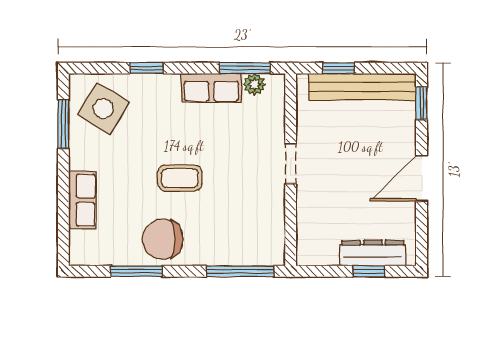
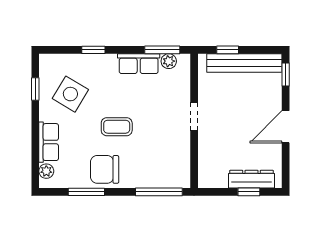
side table: (103, 109) -> (70, 94), moved
window: (63, 124) -> (35, 89), width x0.67
plant: (79, 242) -> (46, 171), added

